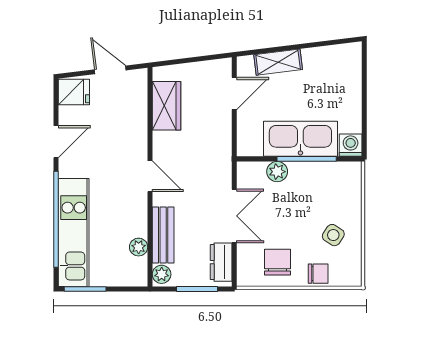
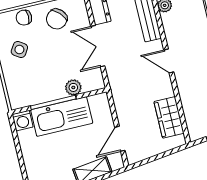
chair: (277, 262) -> (57, 19), turned 46

